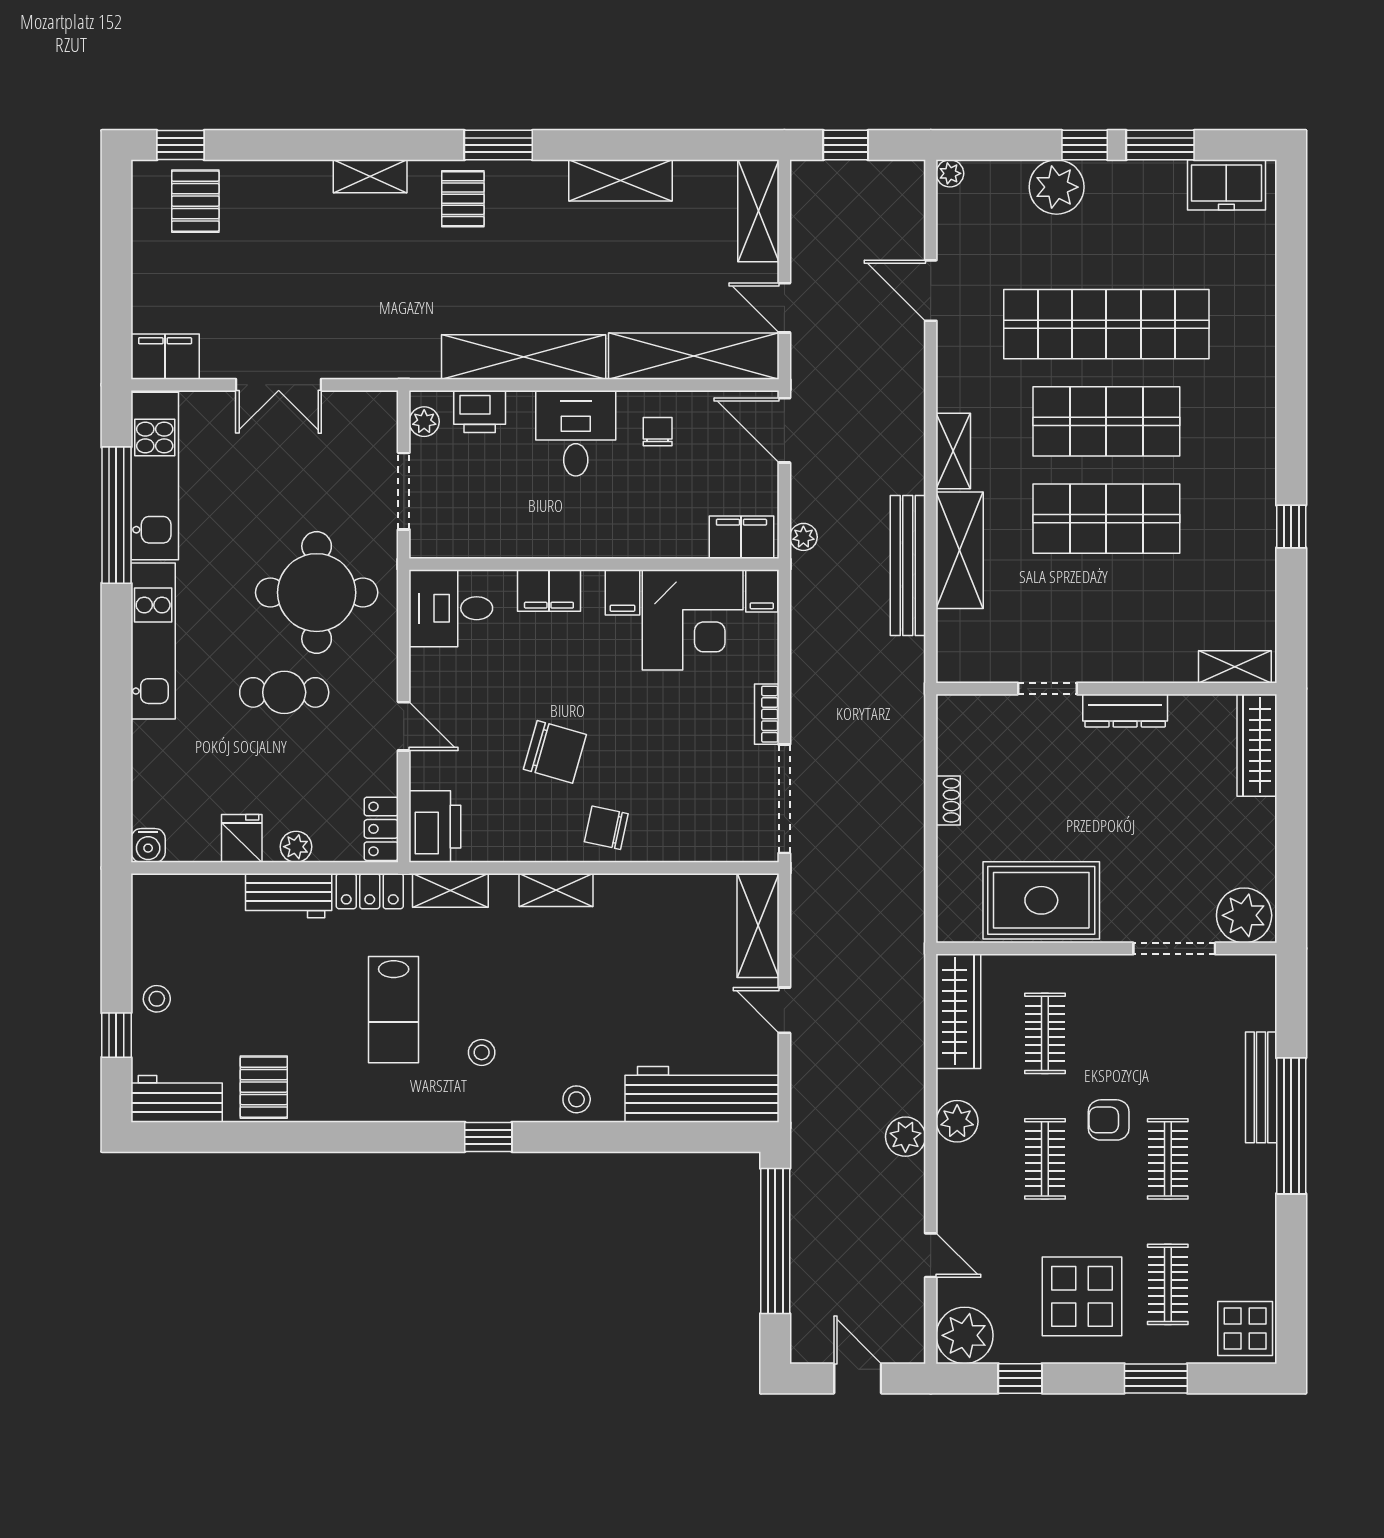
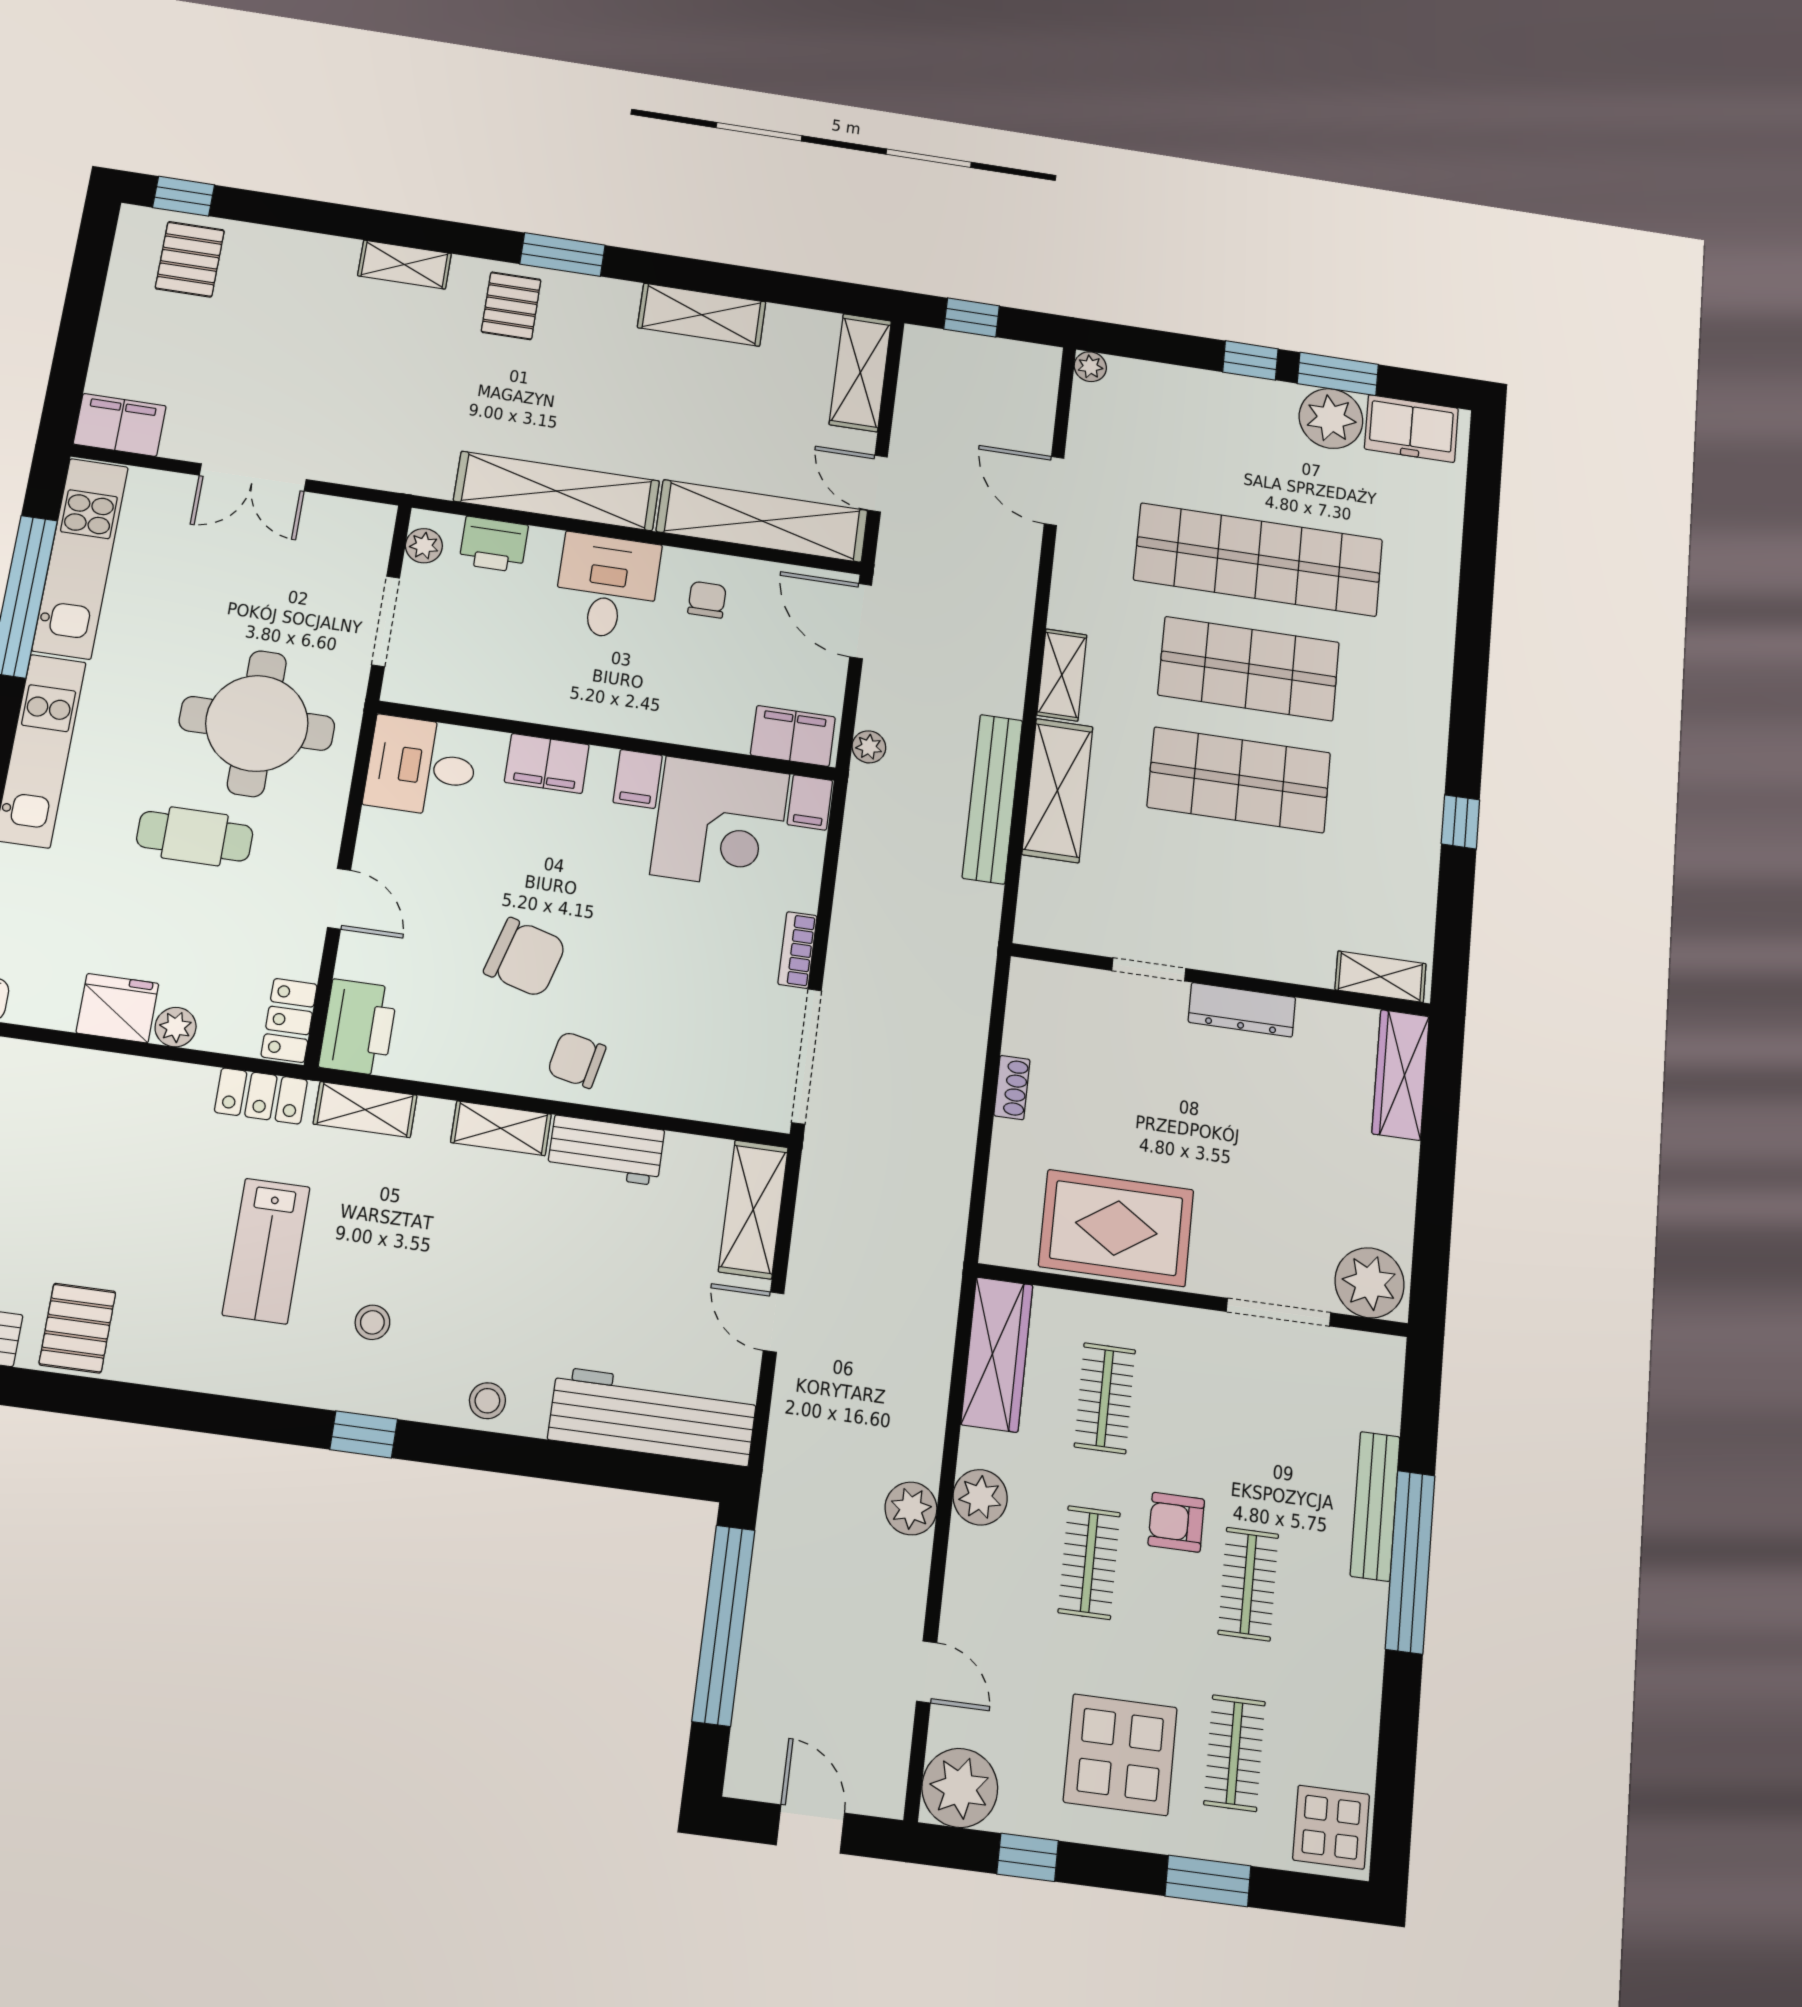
plant: (1057, 187) -> (1331, 419), moved
fridge: (242, 838) -> (117, 1008), width x1.38
workbench: (289, 896) -> (606, 1150), moved

